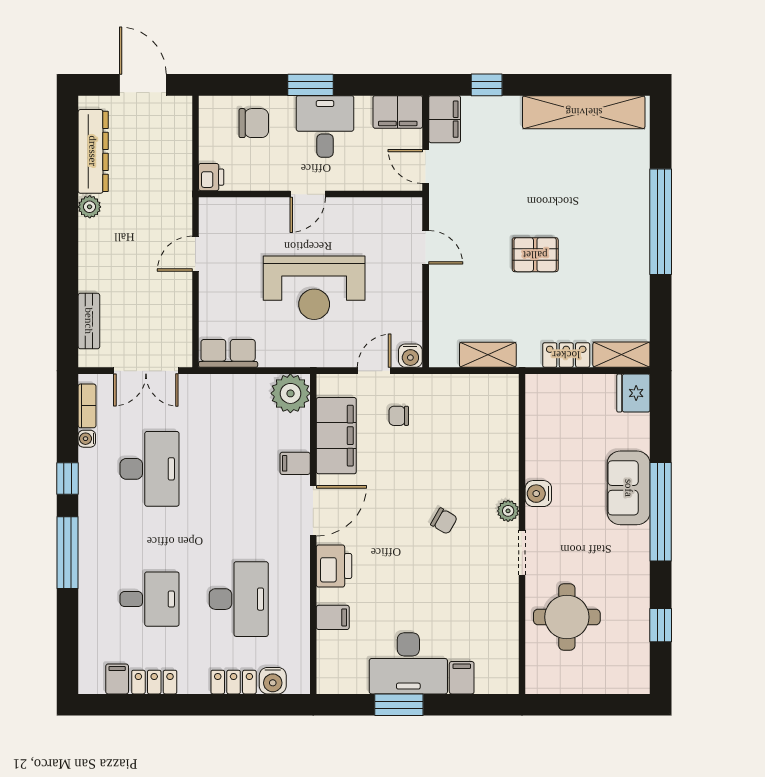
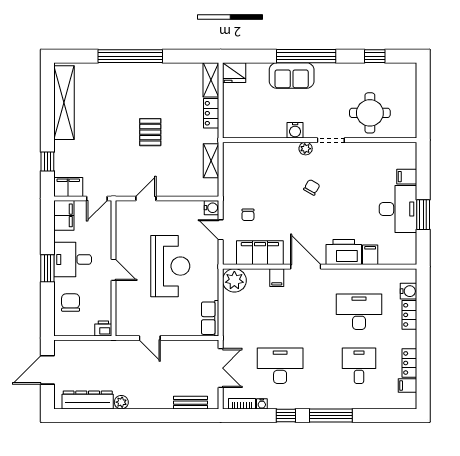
printer: (334, 566) -> (344, 252), width x1.37, depth x1.19

